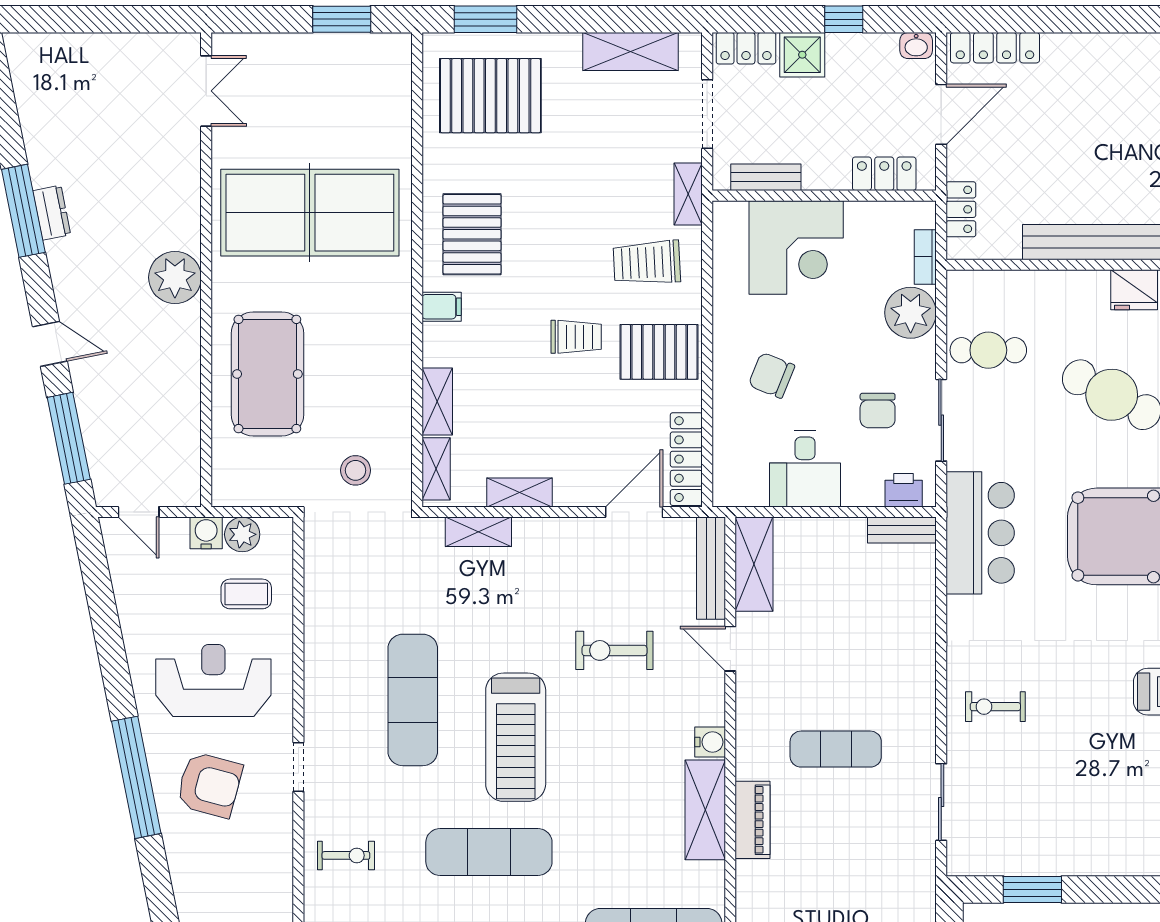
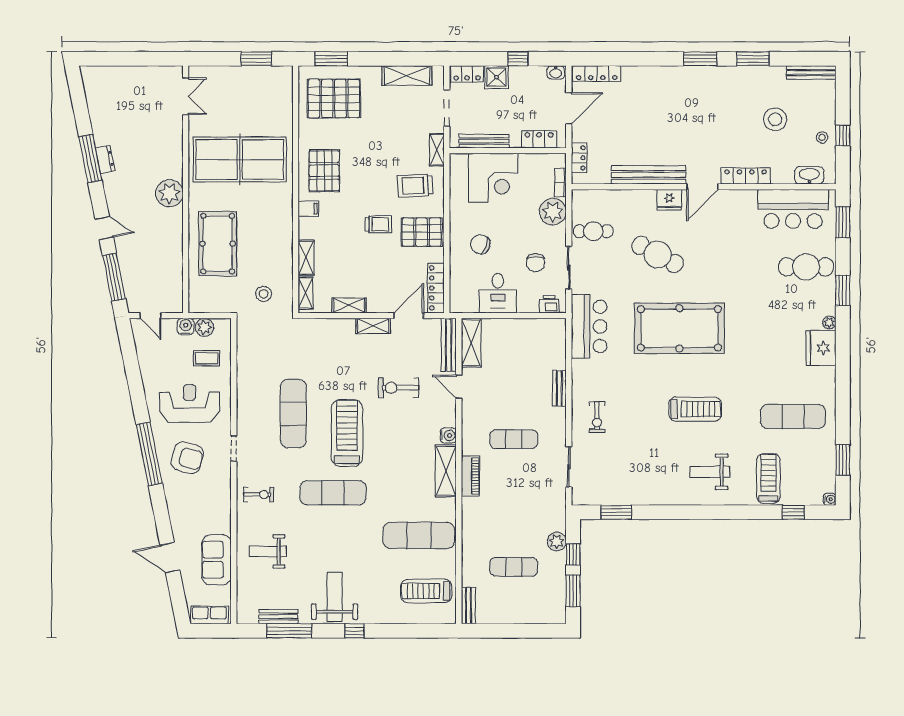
bench: (766, 177) -> (484, 141), width x1.36
bench: (902, 530) -> (559, 388), moved, turned 90
shelving: (478, 532) -> (373, 326), moved
exercise bike: (995, 707) -> (597, 417), turned -90
treadmill: (516, 737) -> (347, 433), turned 180

